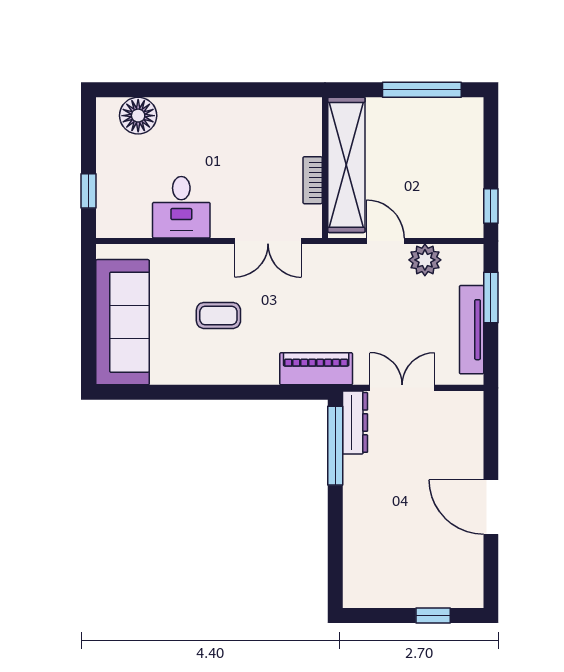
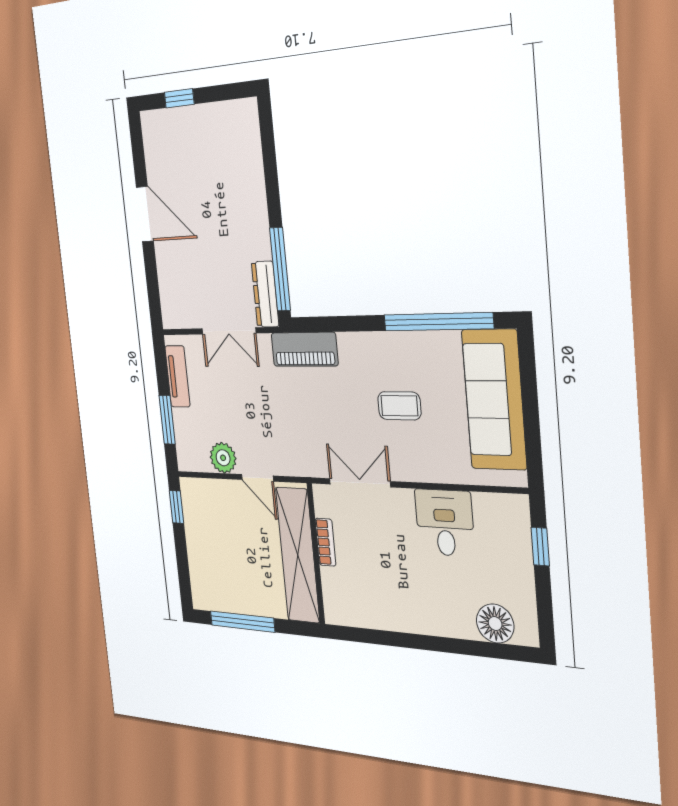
tv unit: (472, 330) -> (177, 376), width x0.71
window: (172, 392) -> (438, 322), added

